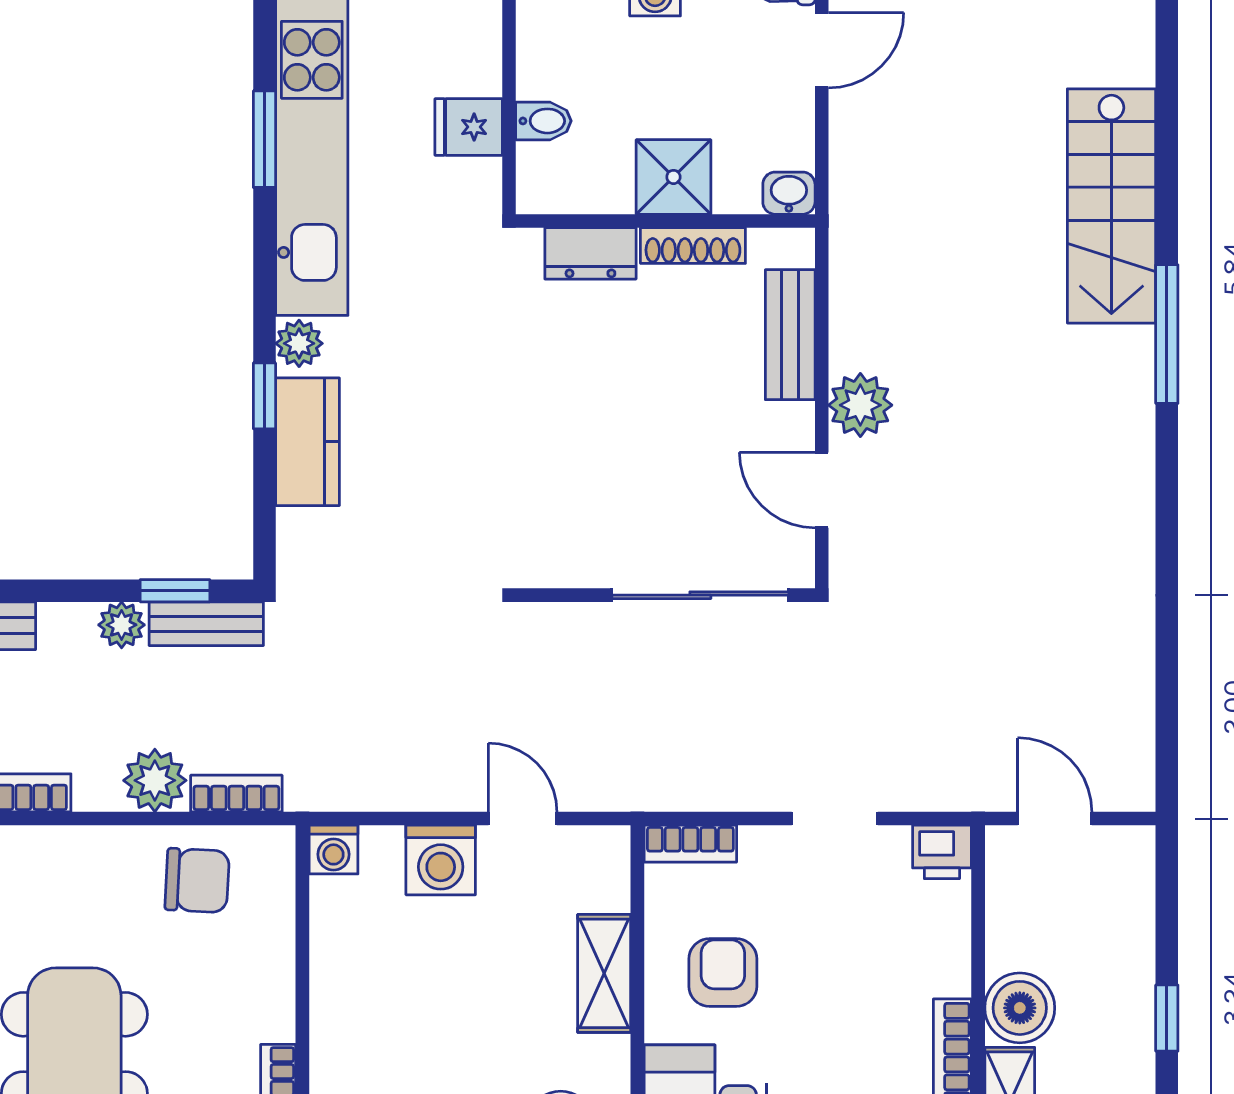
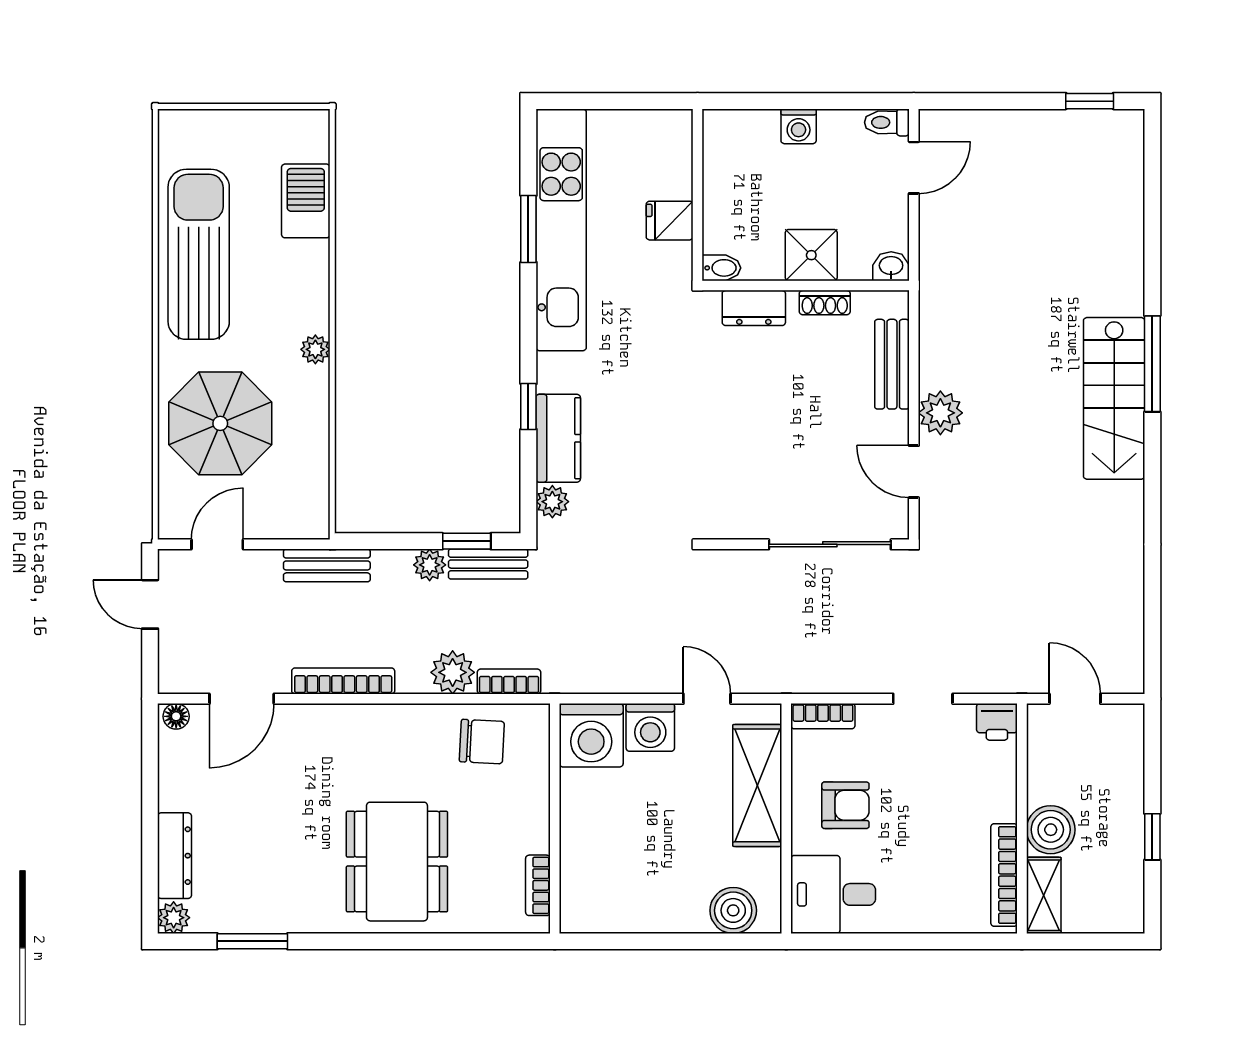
bidet: (543, 121) -> (721, 268), moved
stairs: (1111, 206) -> (1114, 398), moved
shoe rack: (693, 246) -> (825, 303), width x0.70
plant: (299, 343) -> (552, 502), moved
washing machine: (333, 850) -> (591, 735), width x1.89, depth x1.89
shelving: (604, 973) -> (757, 785), width x1.50, depth x1.33
armchair: (723, 973) -> (845, 805), turned 90

